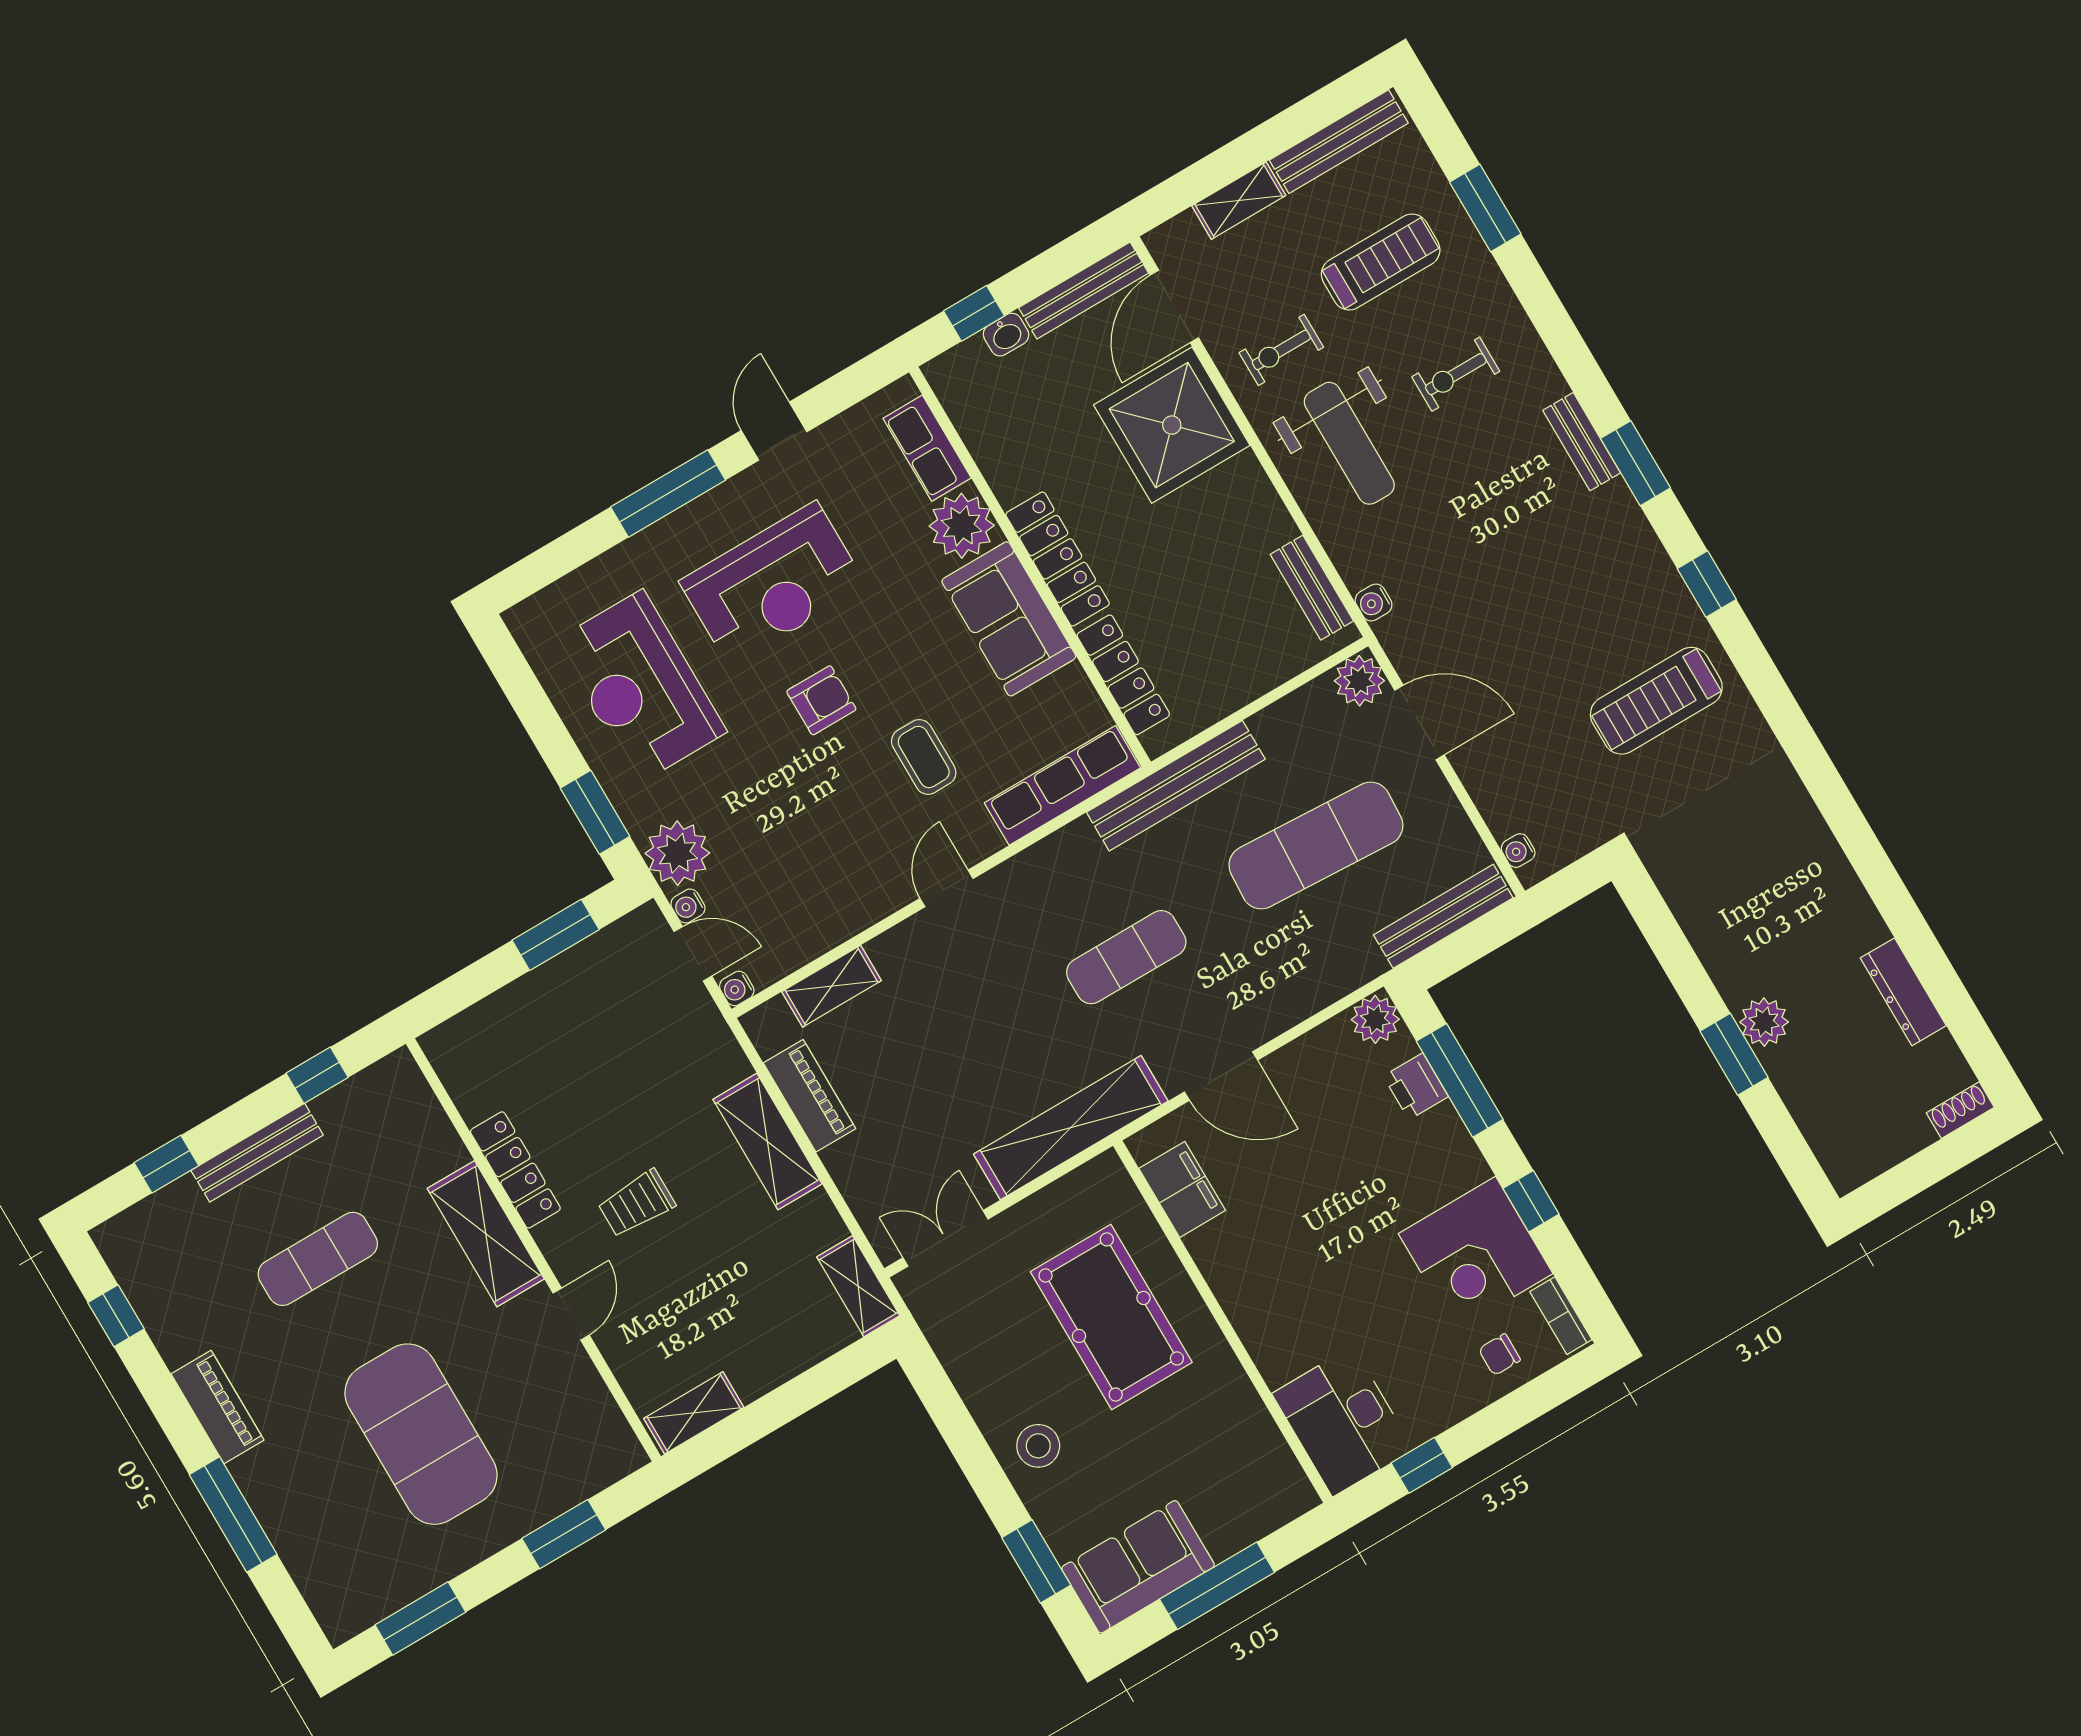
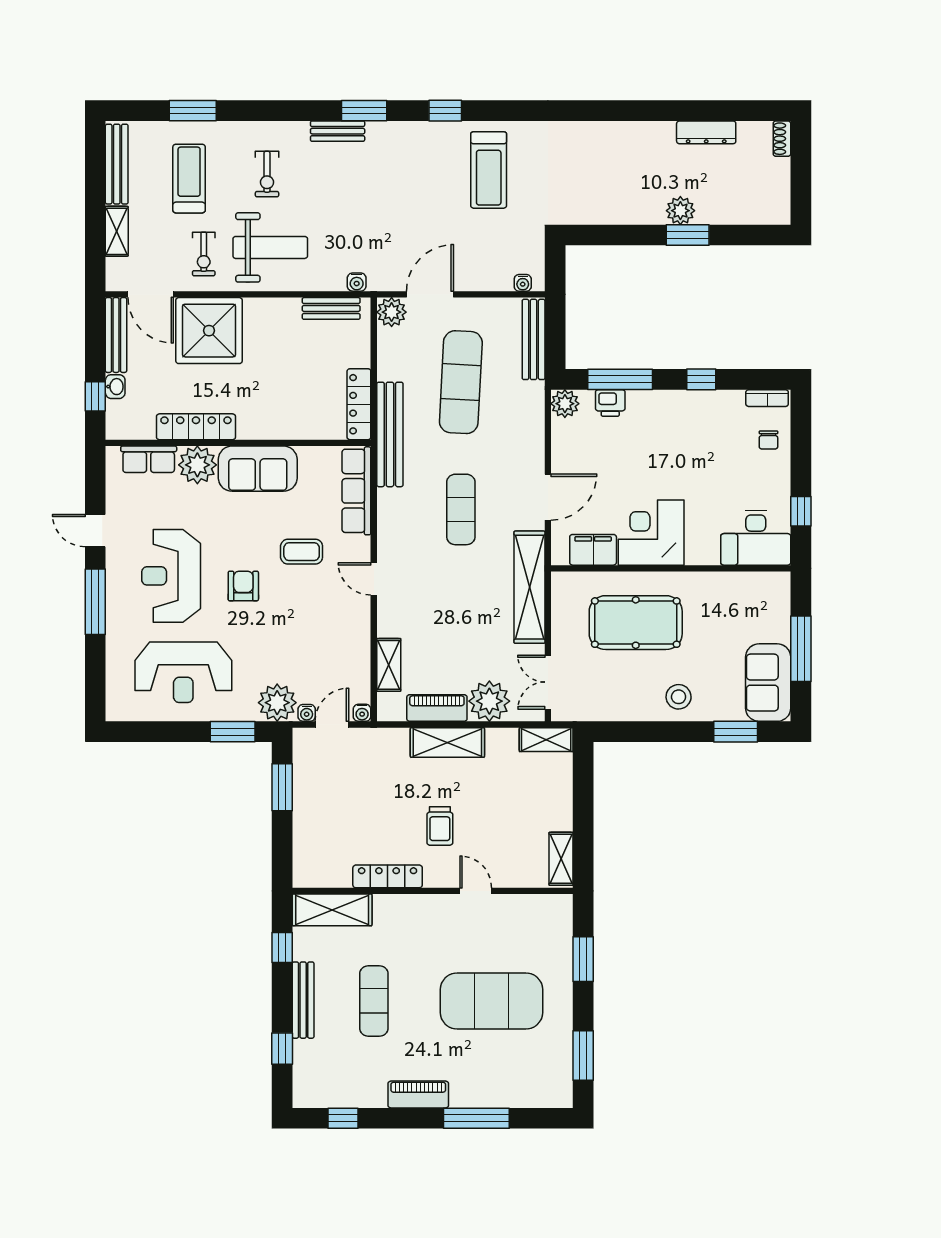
locker: (1058, 559) -> (196, 427), moved
reception desk: (773, 584) -> (171, 576), turned 180
locker: (1123, 675) -> (359, 404), moved, turned -90
plant: (866, 1168) -> (489, 701), added
shelving: (486, 1234) -> (332, 910), moved
corner desk: (1476, 1254) -> (651, 533), moved, turned 180

